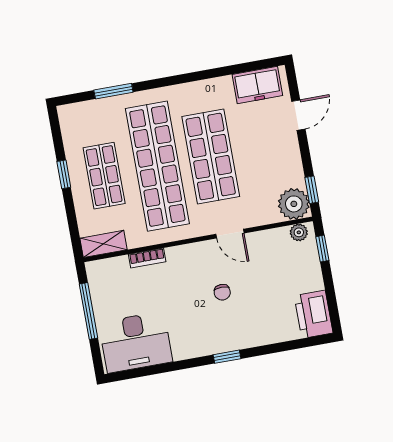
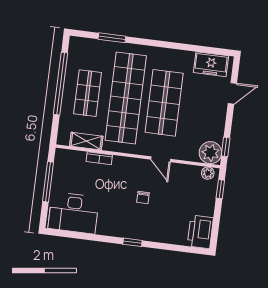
window: (64, 174) -> (60, 84), width x3.17
shelving: (104, 244) -> (86, 141), moved

